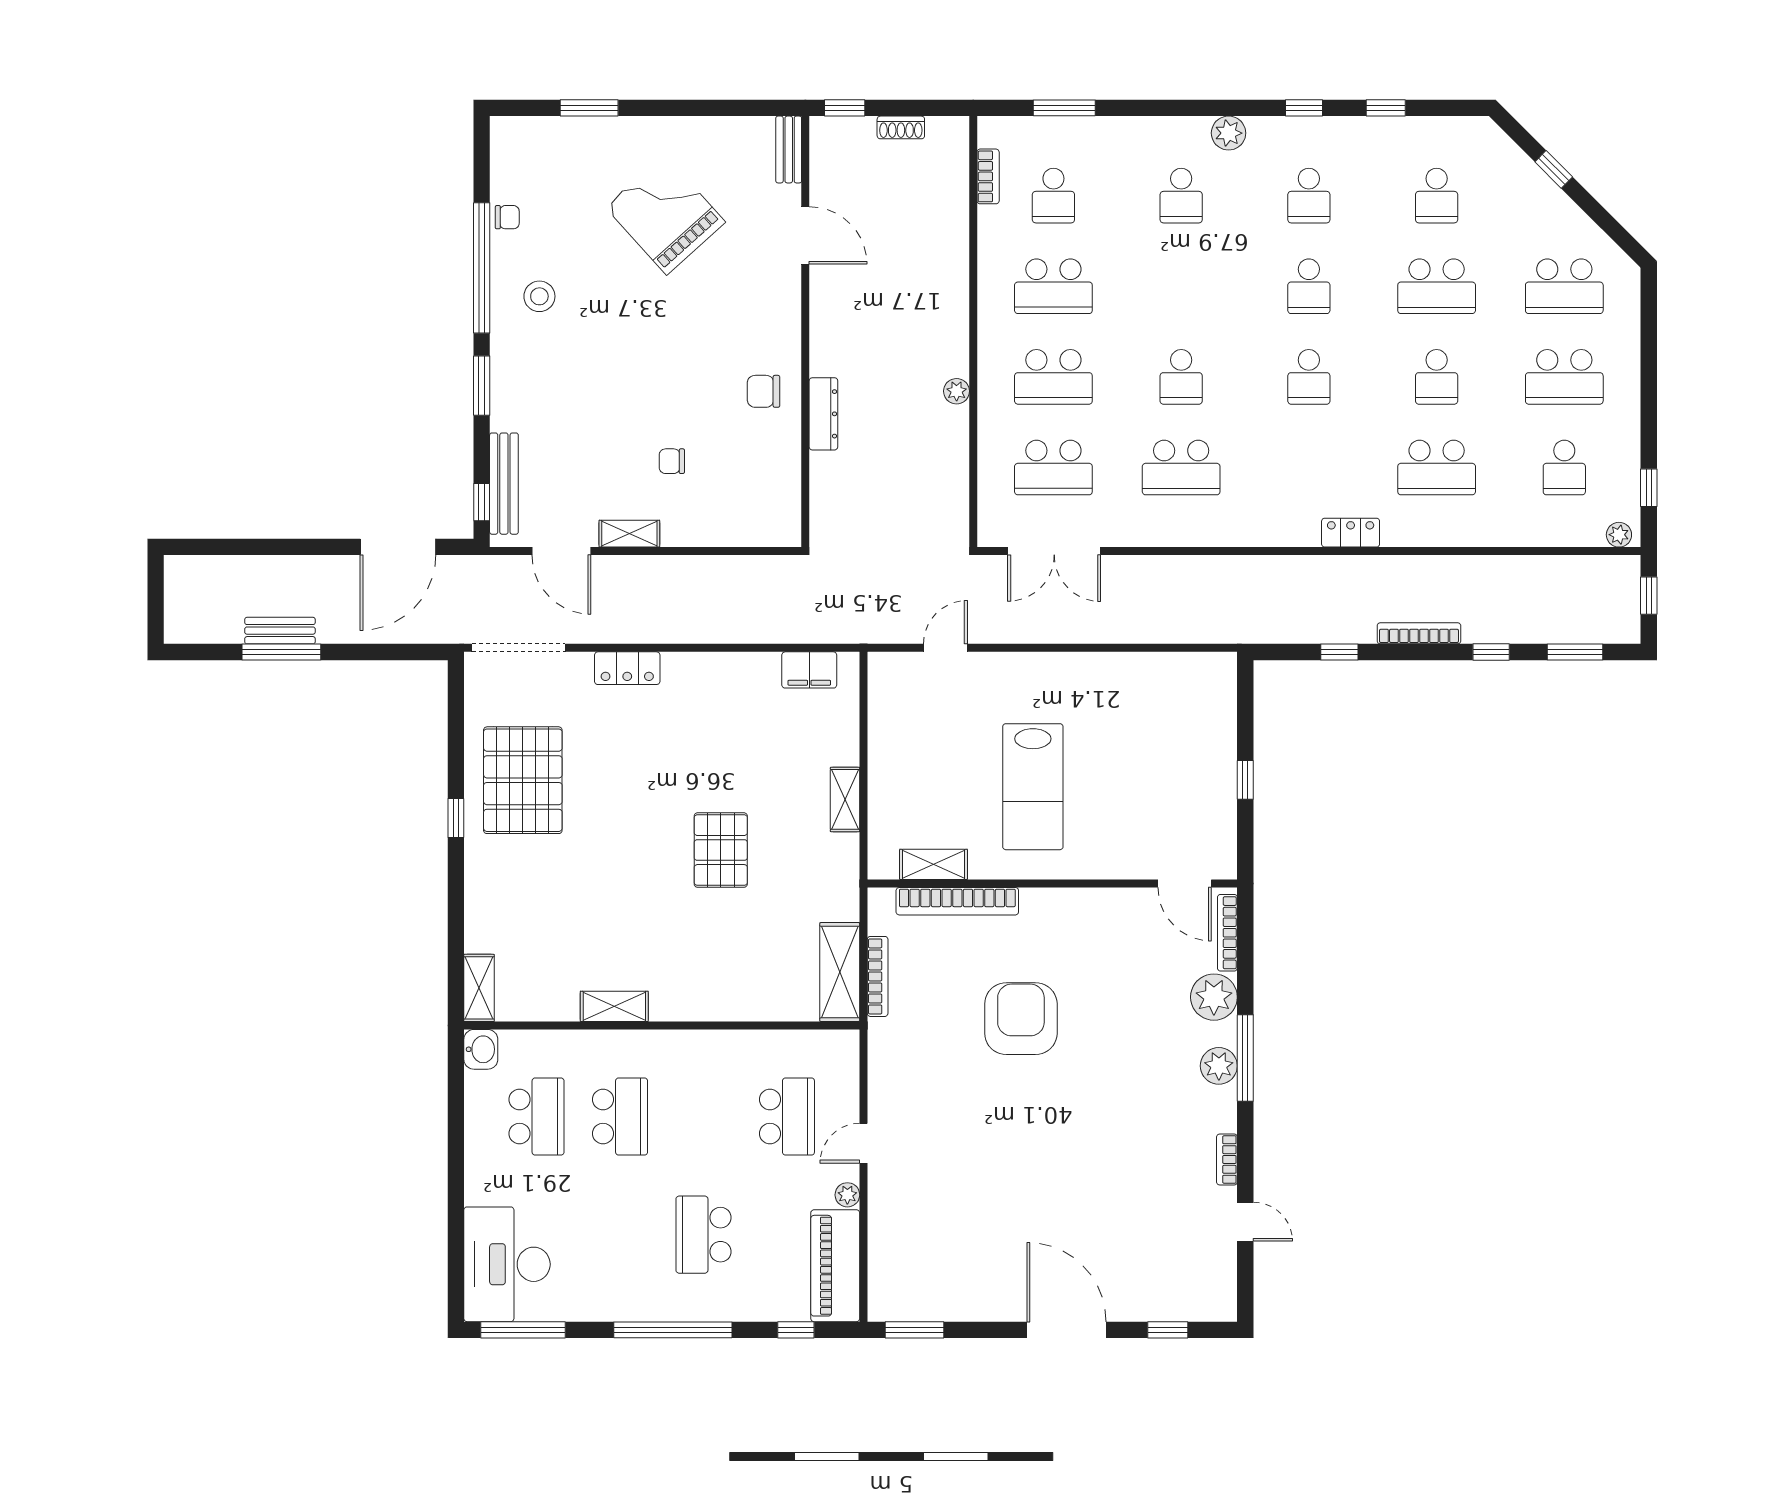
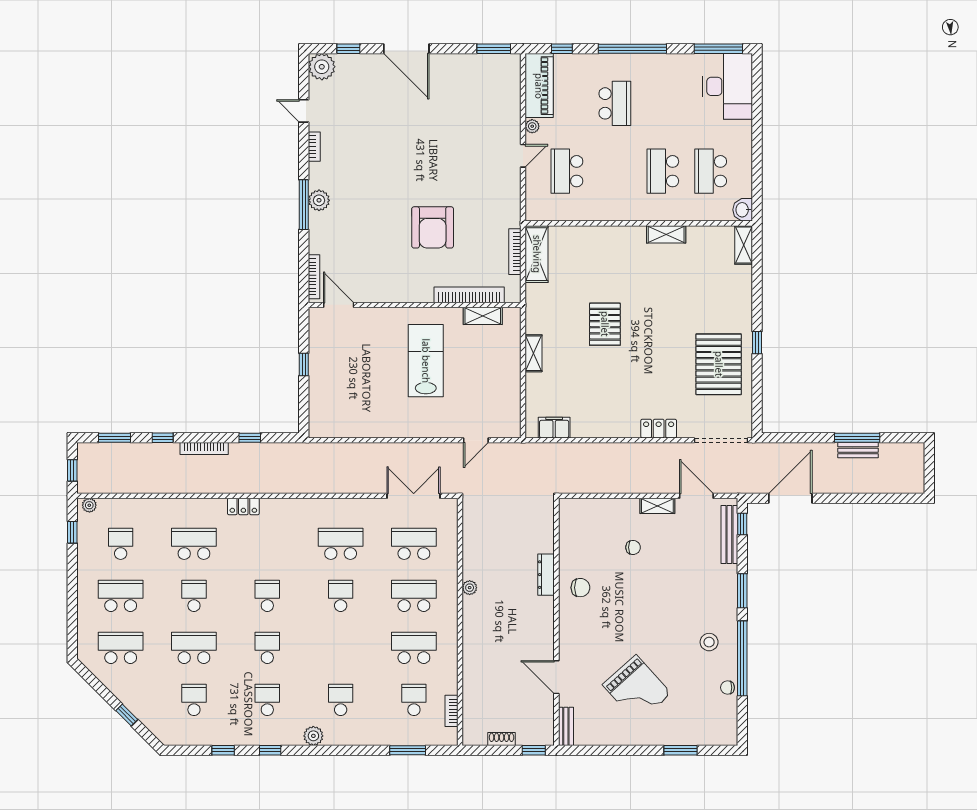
plant: (1214, 997) -> (322, 67), moved

